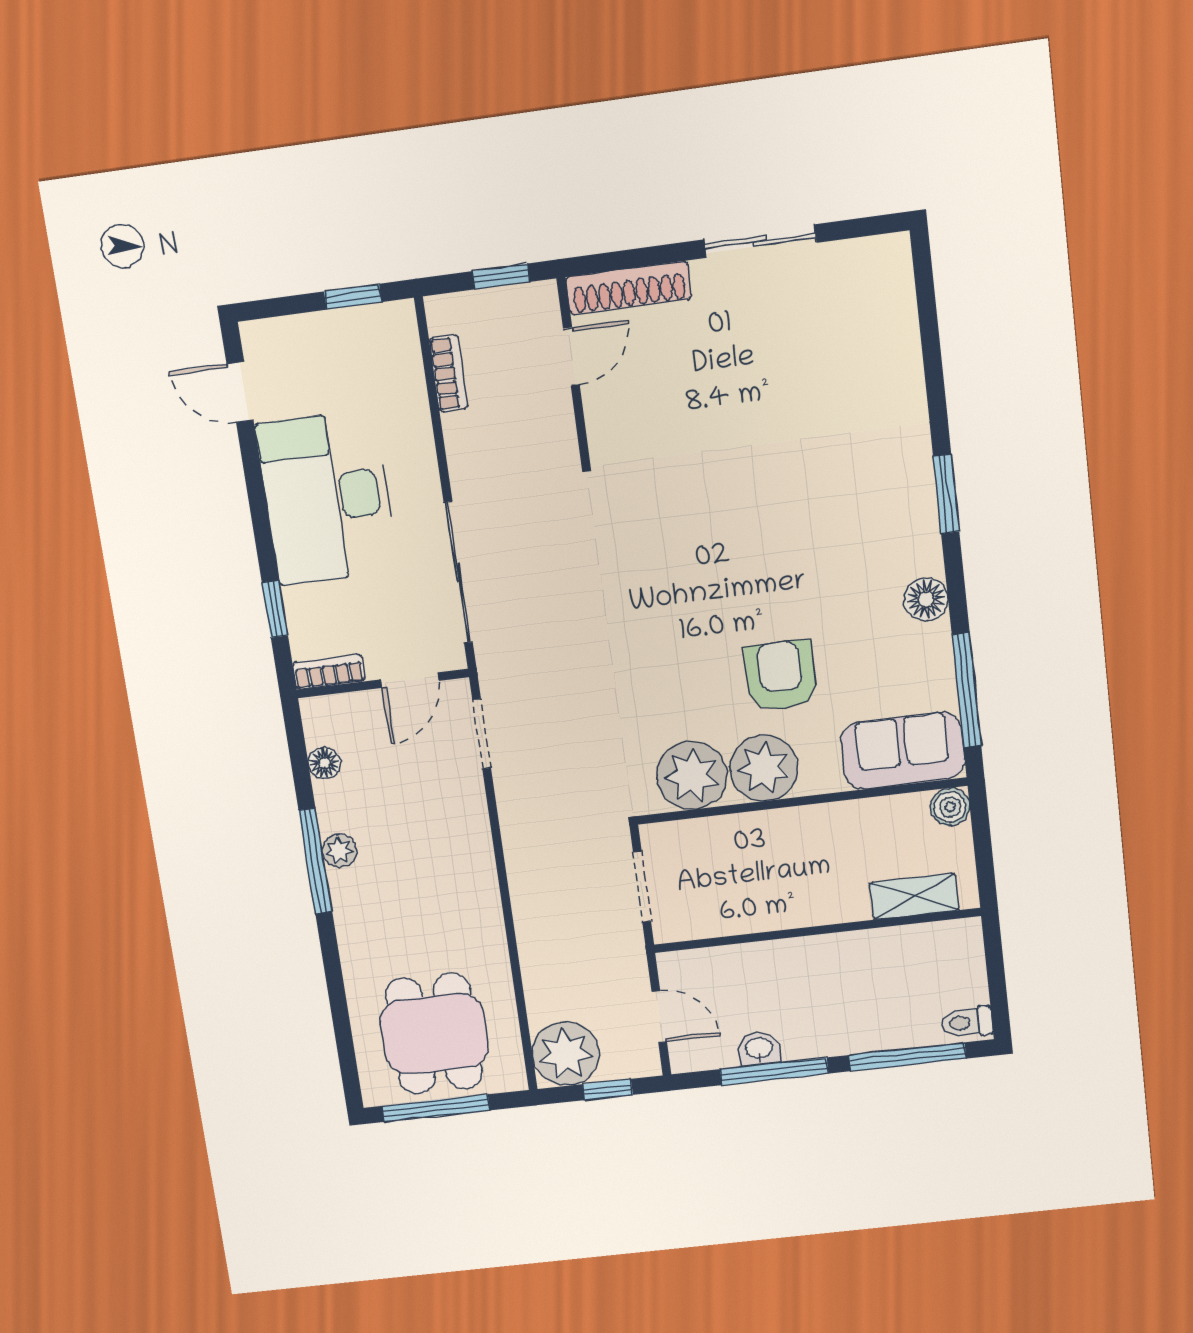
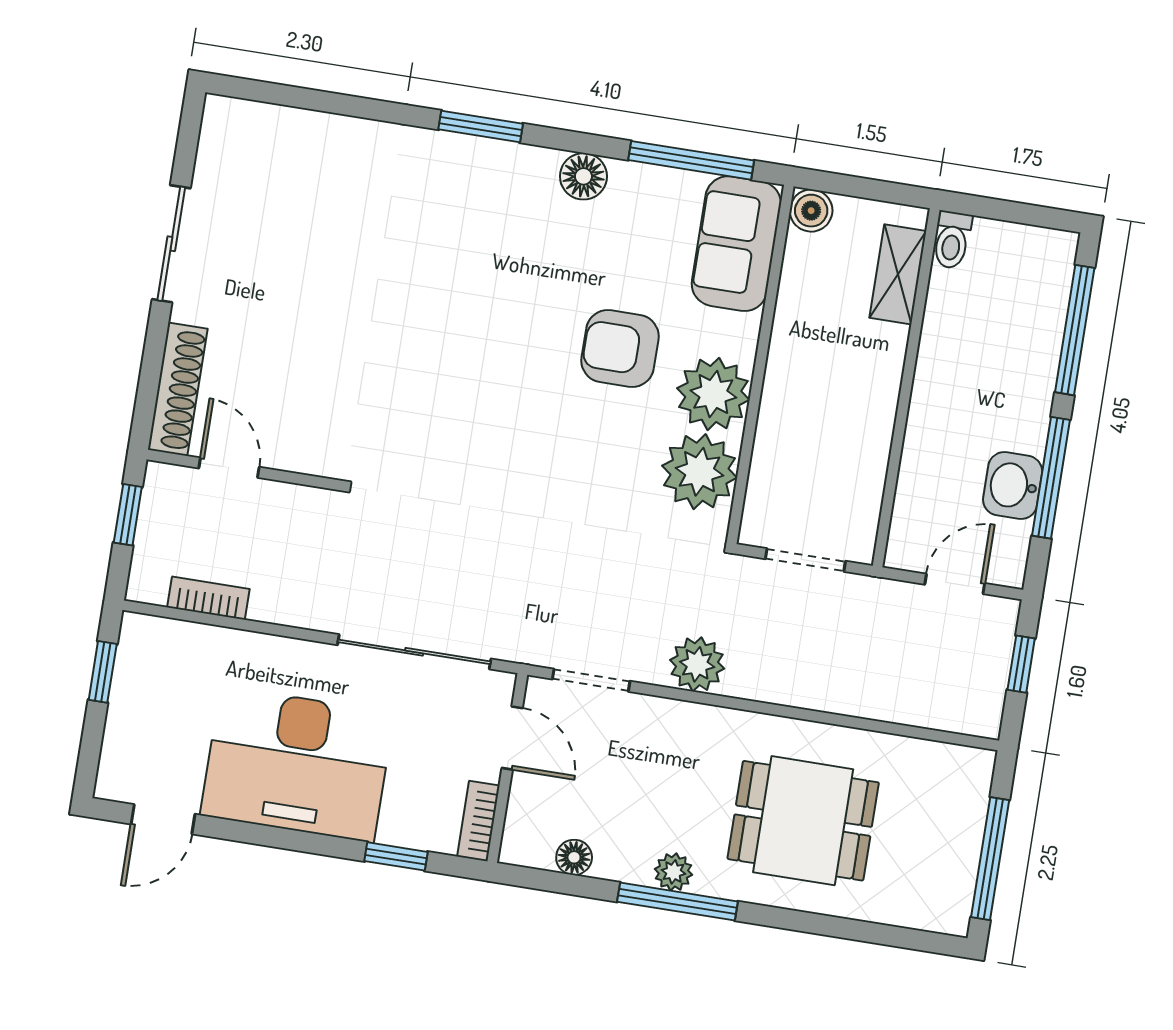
toilet: (967, 1022) -> (952, 240), moved
dining table: (434, 1034) -> (803, 821), moved
washbasin: (759, 1049) -> (1013, 486), width x1.38, depth x1.45
plant: (566, 1054) -> (697, 664), moved, width x0.73, depth x0.73

